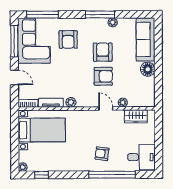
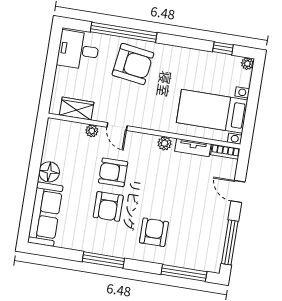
plant: (113, 22) -> (88, 246), removed
corner sofa: (34, 41) -> (202, 238), removed
armchair: (102, 154) -> (133, 64), width x1.88, depth x1.88

